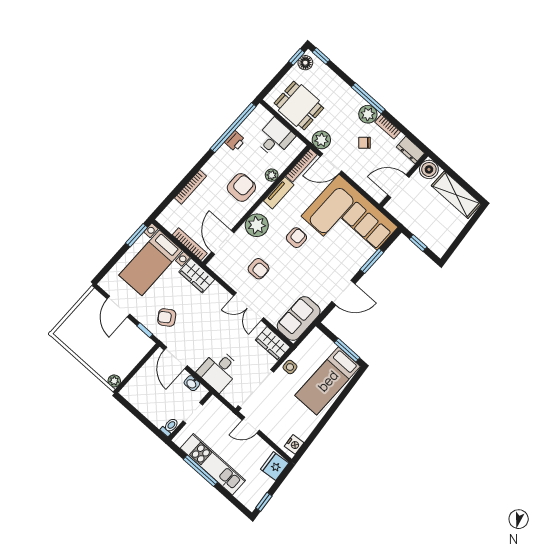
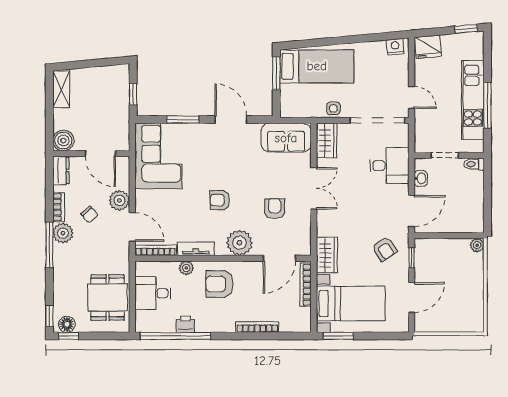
plant: (321, 140) -> (119, 200), moved
shelving: (456, 195) -> (61, 89), width x0.67, depth x0.75
corner sofa: (349, 222) -> (158, 156), width x0.73, depth x0.74

